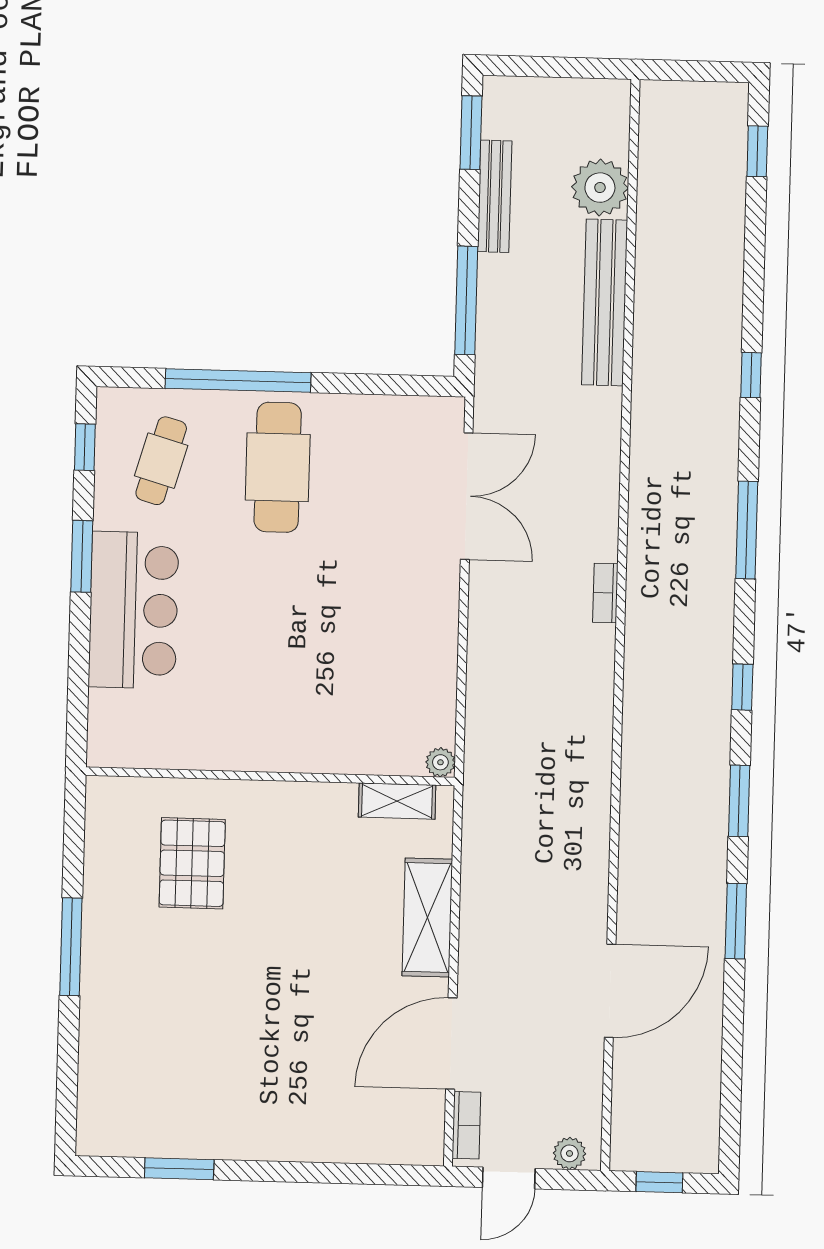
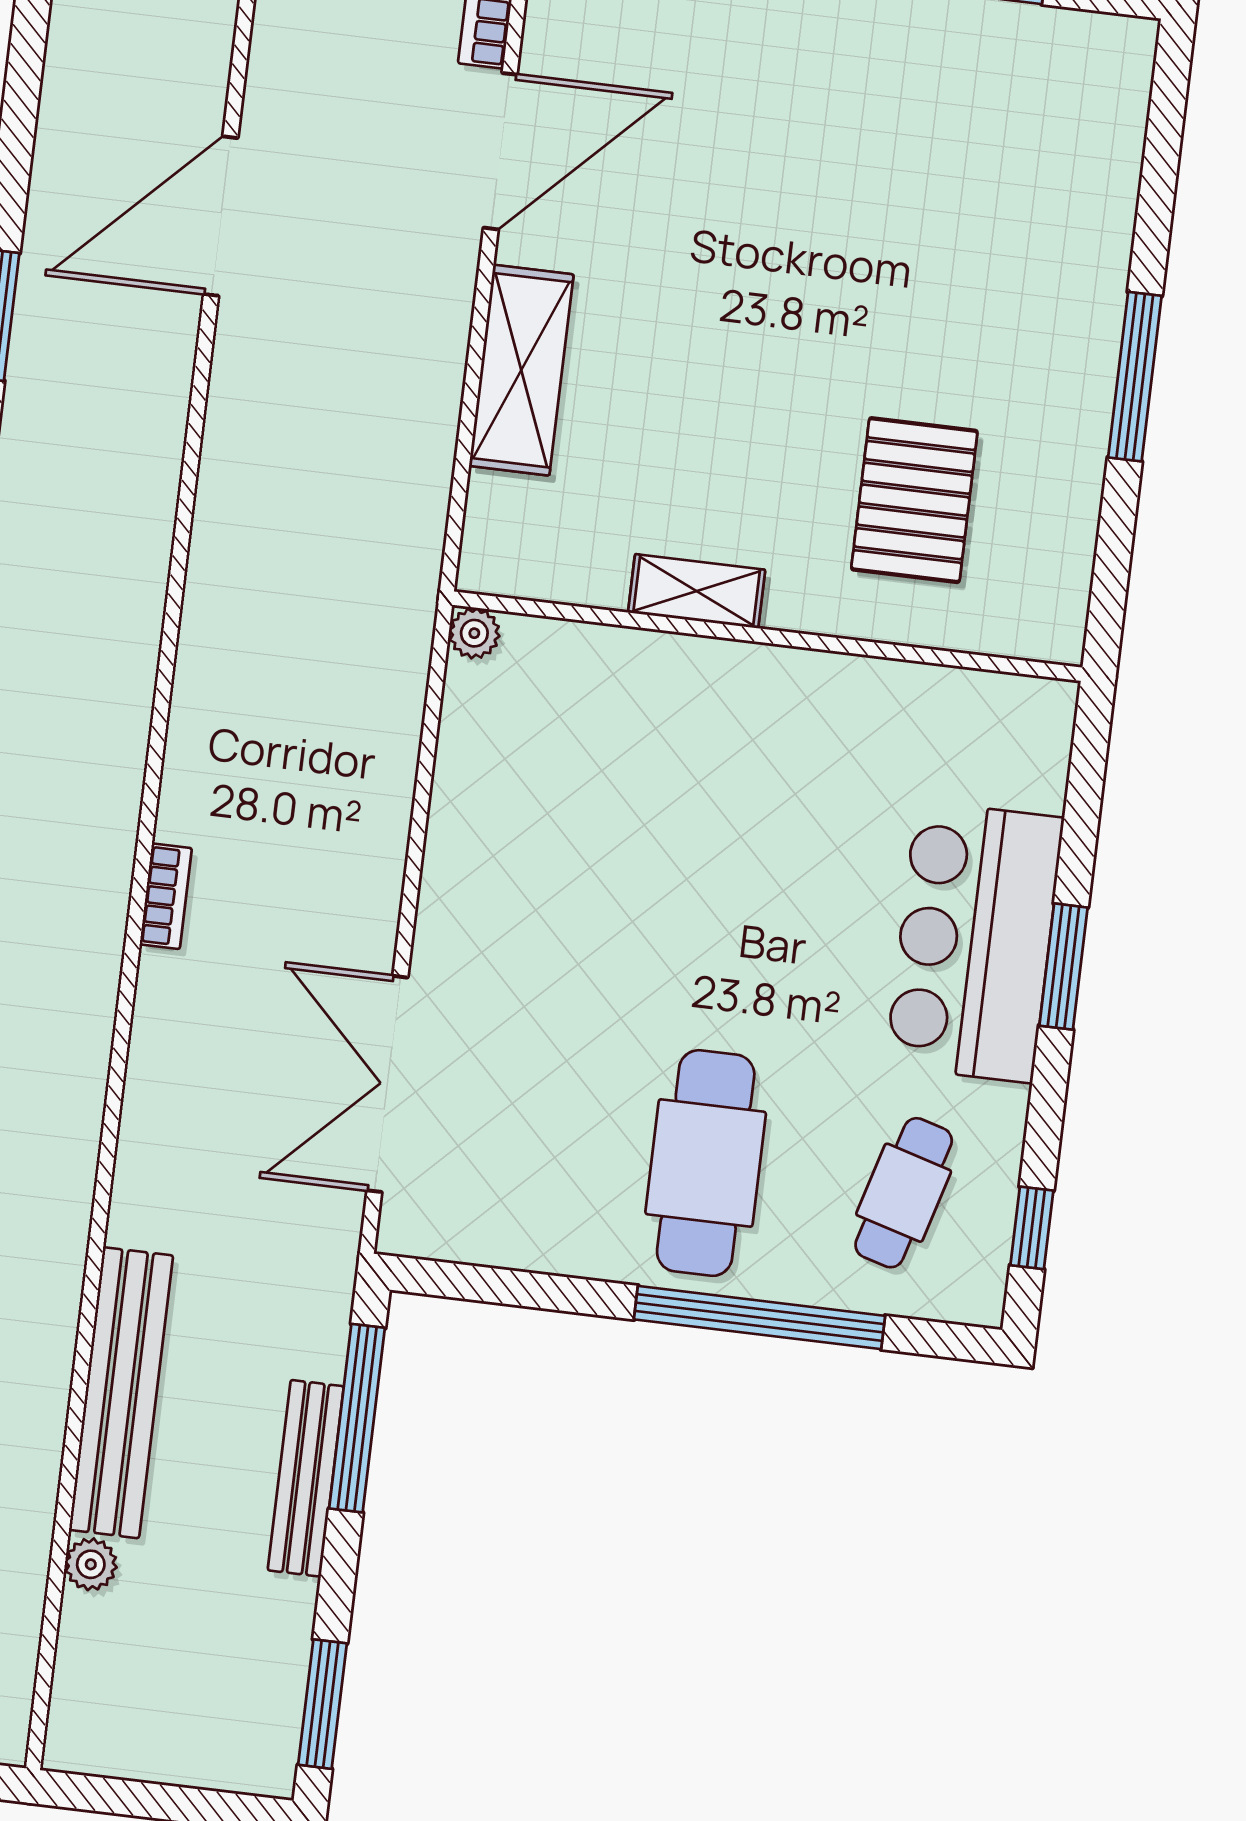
plant: (600, 188) -> (91, 1564), width x0.53, depth x0.53
bench: (495, 196) -> (306, 1478), moved
window: (82, 556) -> (1063, 967), moved
shelving: (397, 801) -> (697, 591), moved

